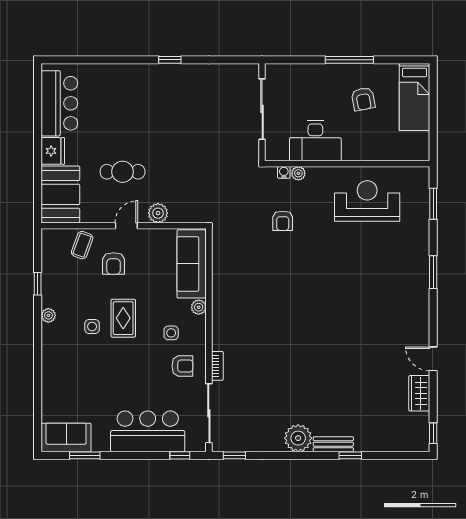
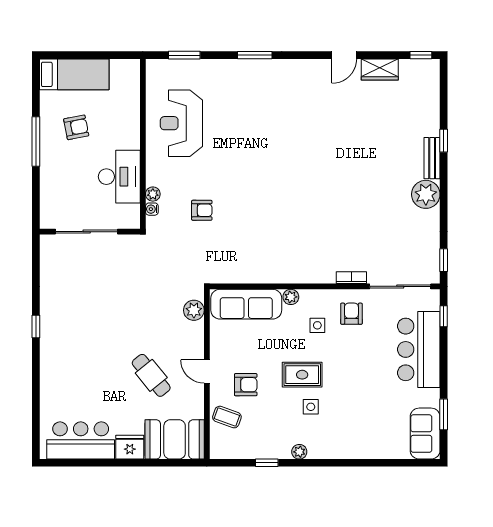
cafe table: (123, 172) -> (151, 375), turned -39
plant: (158, 213) -> (194, 310), moved

